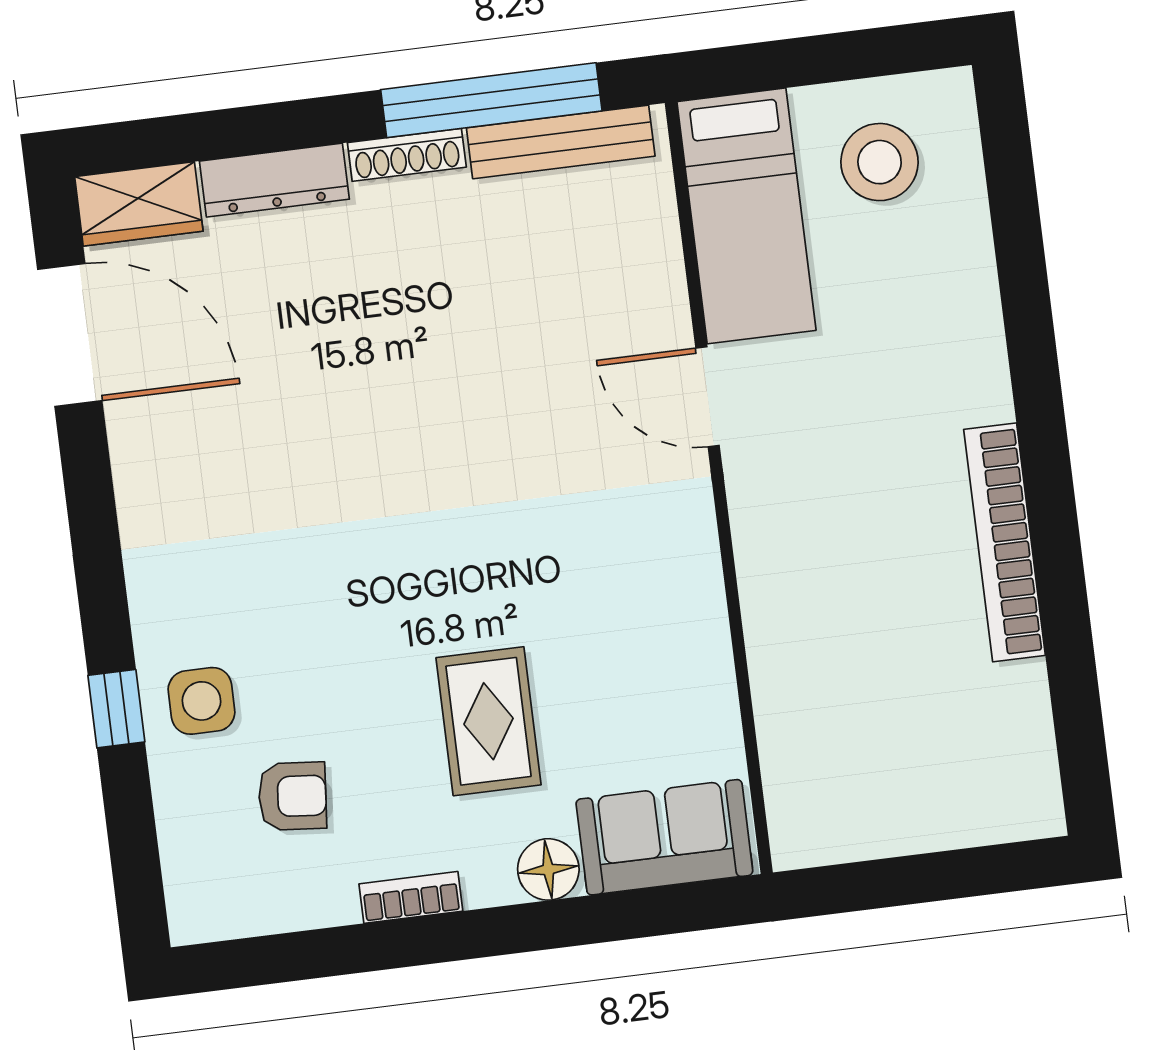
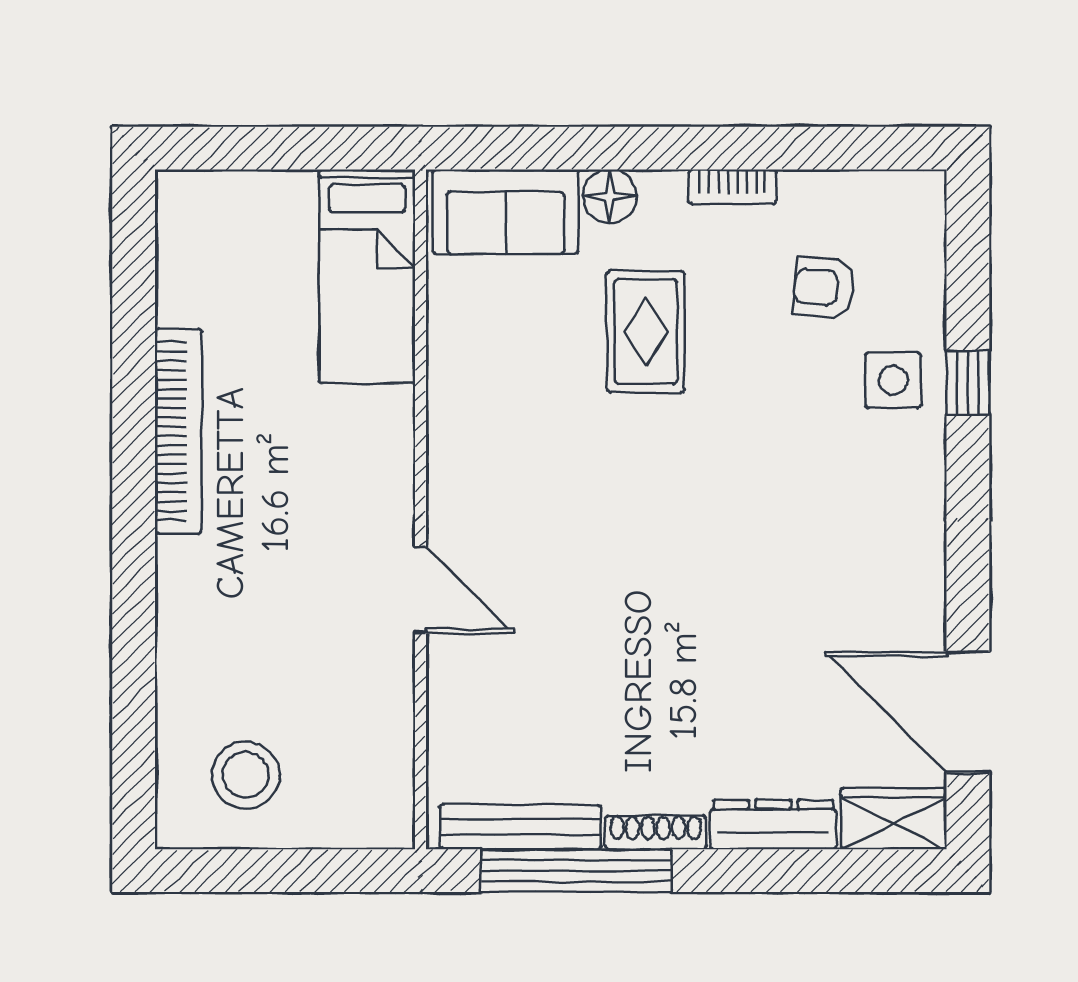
bed: (746, 216) -> (367, 276), moved, turned 180

